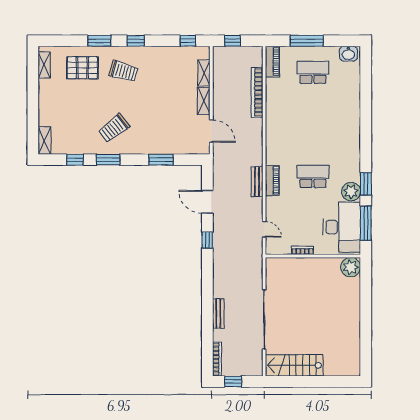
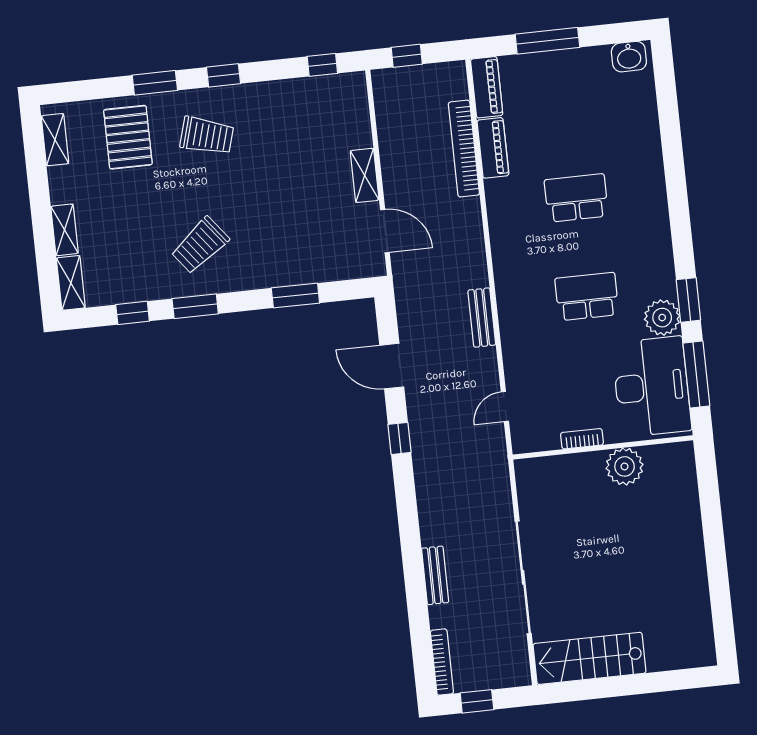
pallet: (82, 68) -> (128, 137), turned 90
school desk: (313, 72) -> (576, 198), moved
shelving: (204, 73) -> (64, 230), moved
piano: (272, 181) -> (493, 148), moved
door: (264, 229) -> (505, 407), swing flipped
plant: (351, 267) -> (625, 466), moved

